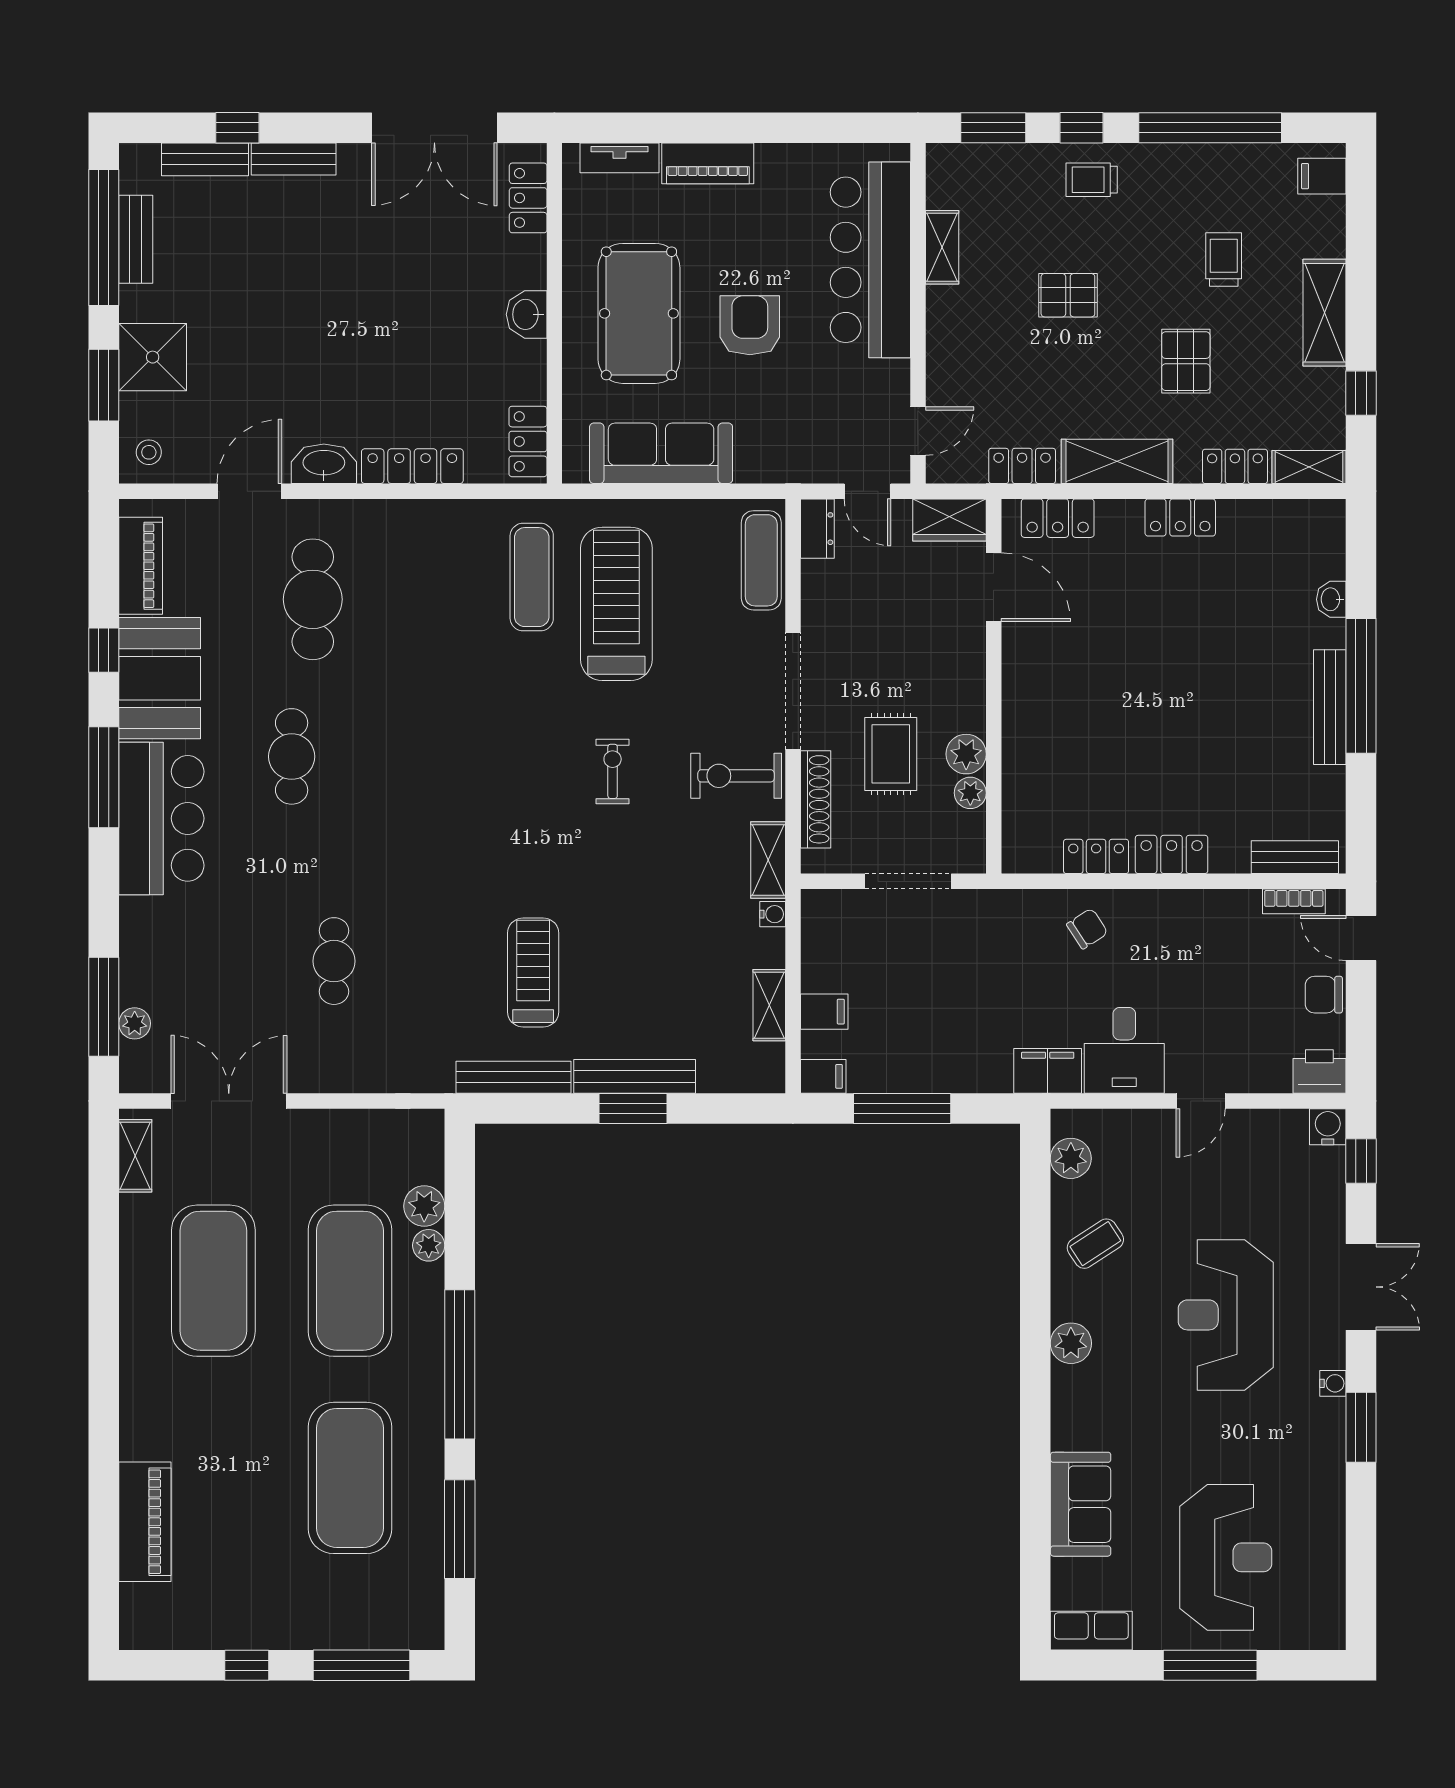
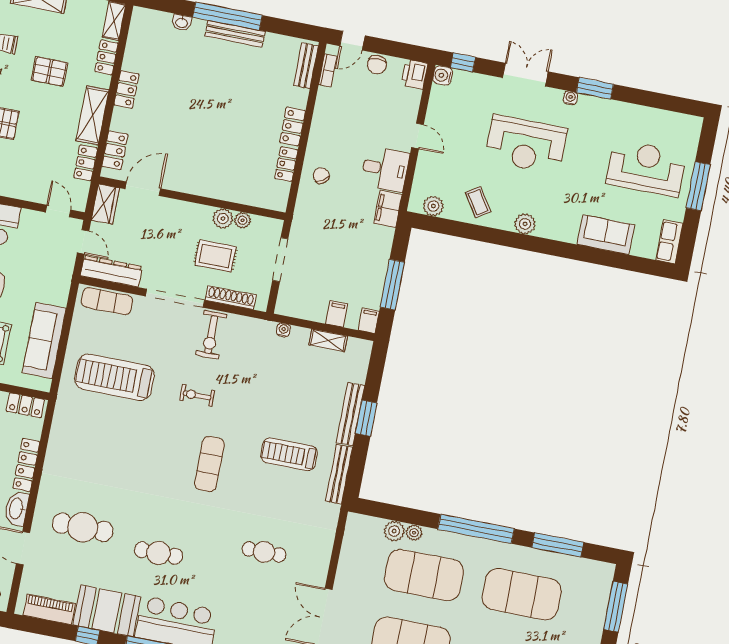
door: (867, 491) -> (83, 242), hinge flipped
dresser: (817, 529) -> (111, 271), width x1.96, depth x1.24
exercise mat: (532, 577) -> (209, 464), moved, turned 90
shelving: (768, 860) -> (256, 327), removed

